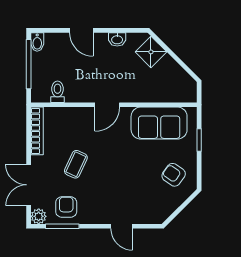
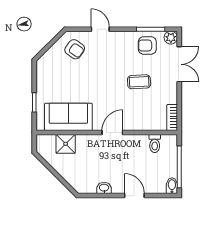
shower: (151, 52) -> (66, 144), moved, turned 45
bookcase: (37, 131) -> (172, 117), width x0.64
coffee table: (76, 164) -> (139, 82), turned 62
armchair: (174, 175) -> (75, 49), moved
armchair: (66, 207) -> (147, 45), turned 90

